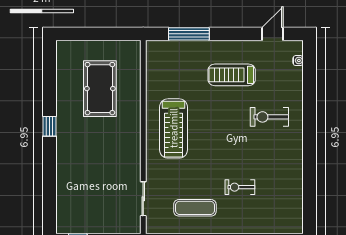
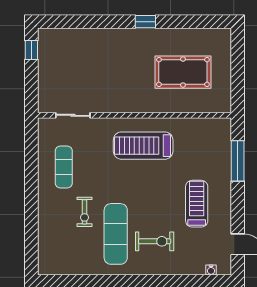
exercise bike: (269, 117) -> (155, 241), turned 90
exercise mat: (262, 156) -> (116, 234), added
exercise bike: (240, 187) -> (85, 212), turned 180

